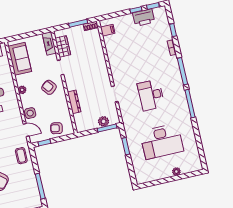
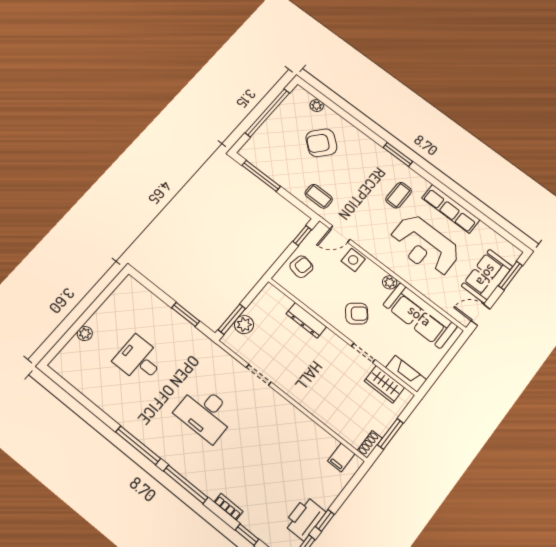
sofa: (20, 59) -> (420, 315), width x1.36
desk: (151, 95) -> (205, 413), turned 180
desk: (162, 141) -> (139, 360), width x0.53, depth x0.77

